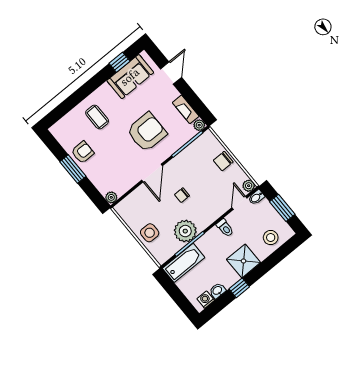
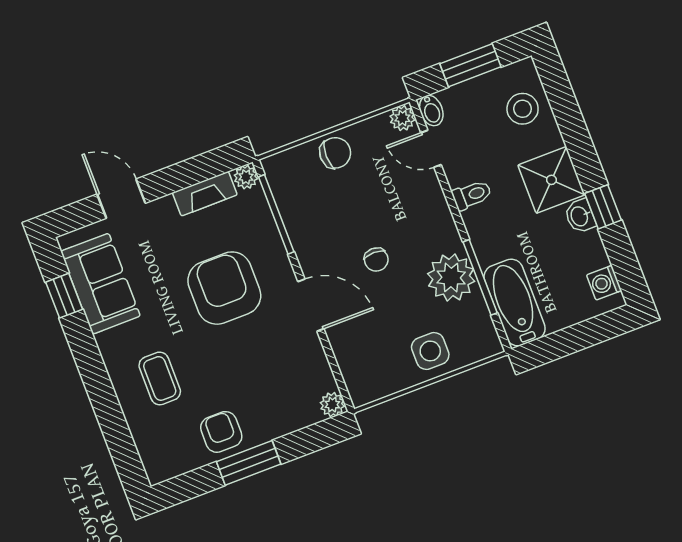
coffee table: (97, 117) -> (160, 378), turned 90
chair: (223, 161) -> (335, 153), turned -90
washbasin: (218, 291) -> (580, 216), moved

